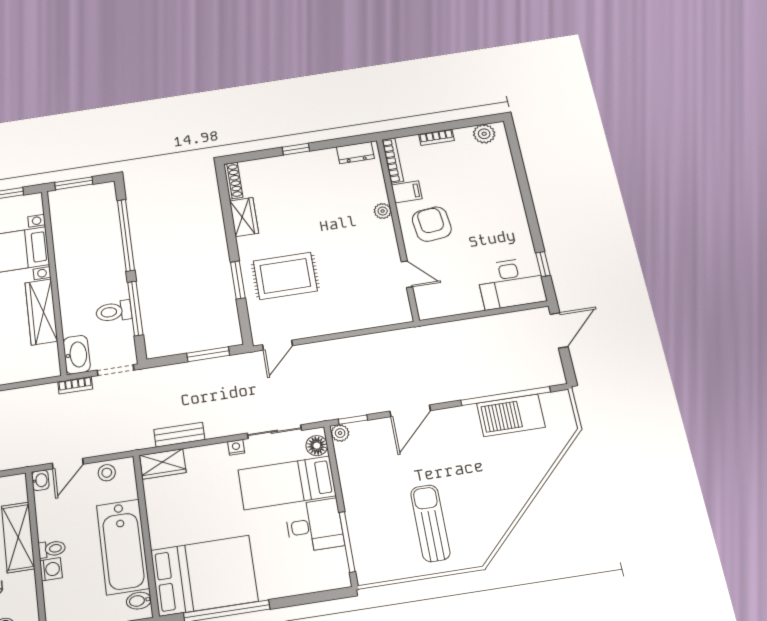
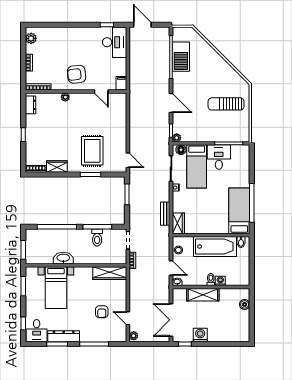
filing cabinet: (407, 192) -> (121, 83), moved
door: (407, 274) -> (101, 92), swing flipped
wardrobe: (41, 312) -> (110, 273), moved
washbasin: (77, 355) -> (63, 258), moved
bed: (204, 576) -> (239, 211), width x0.67

